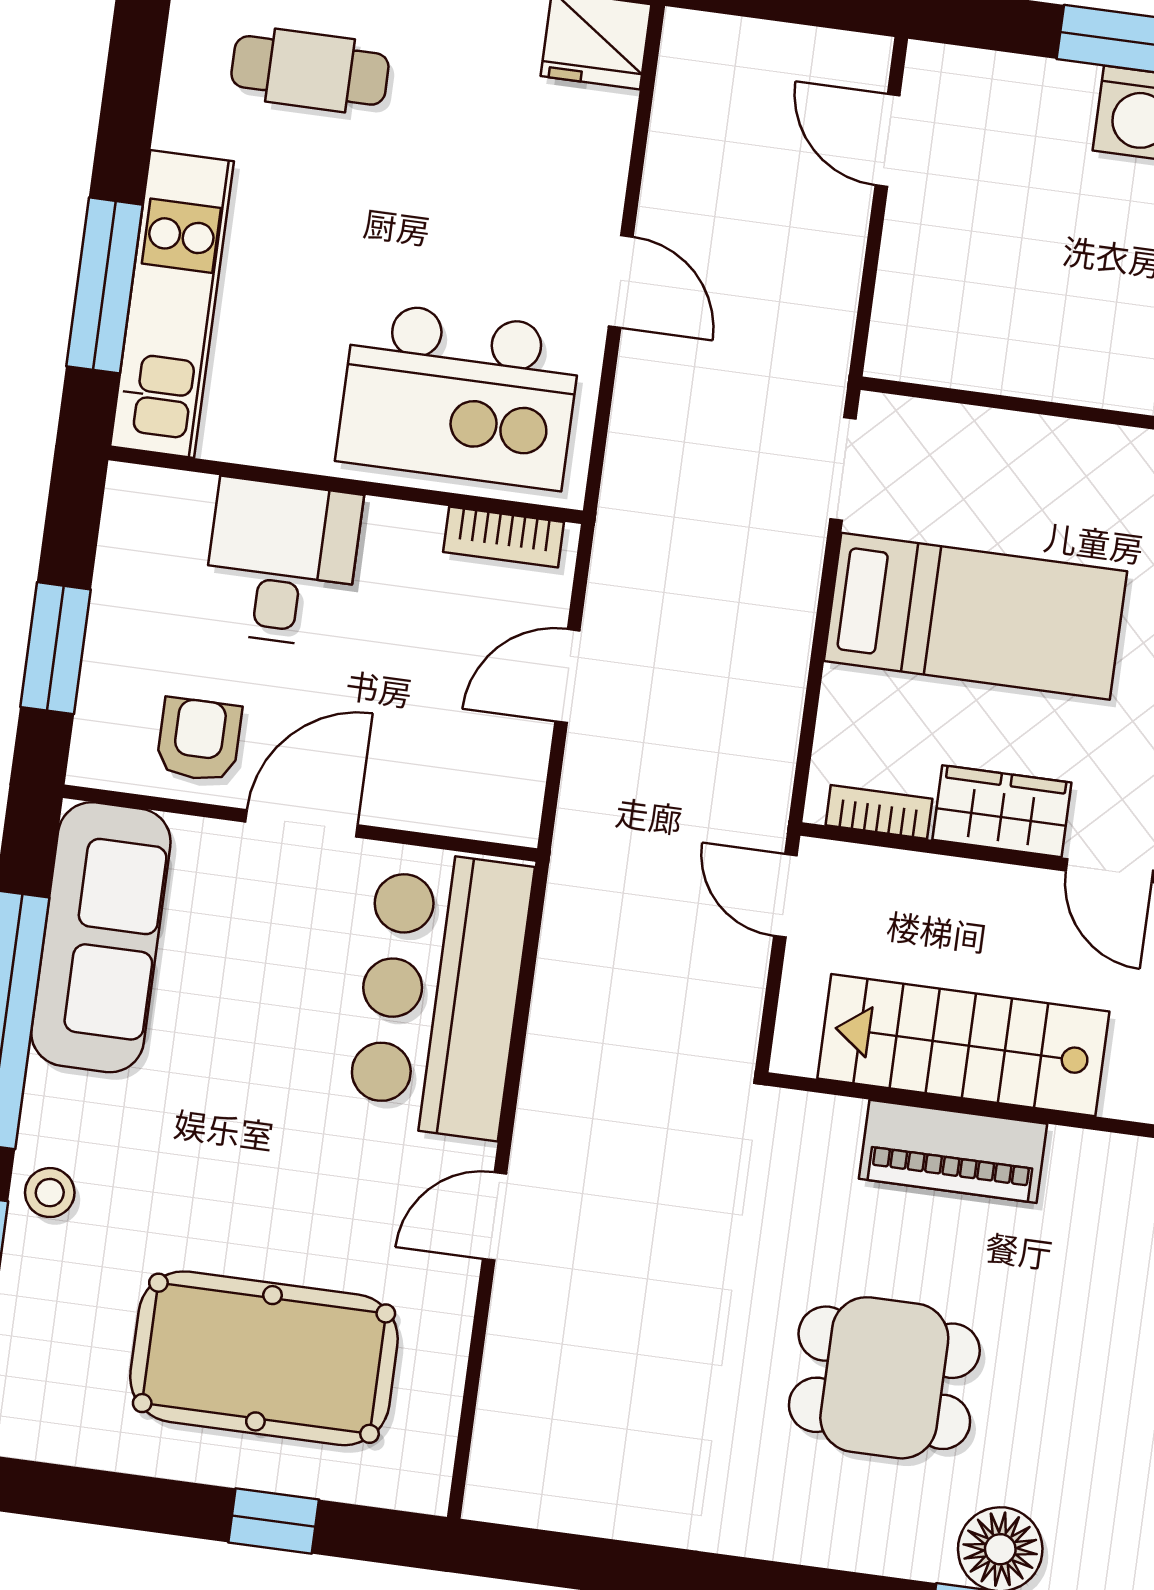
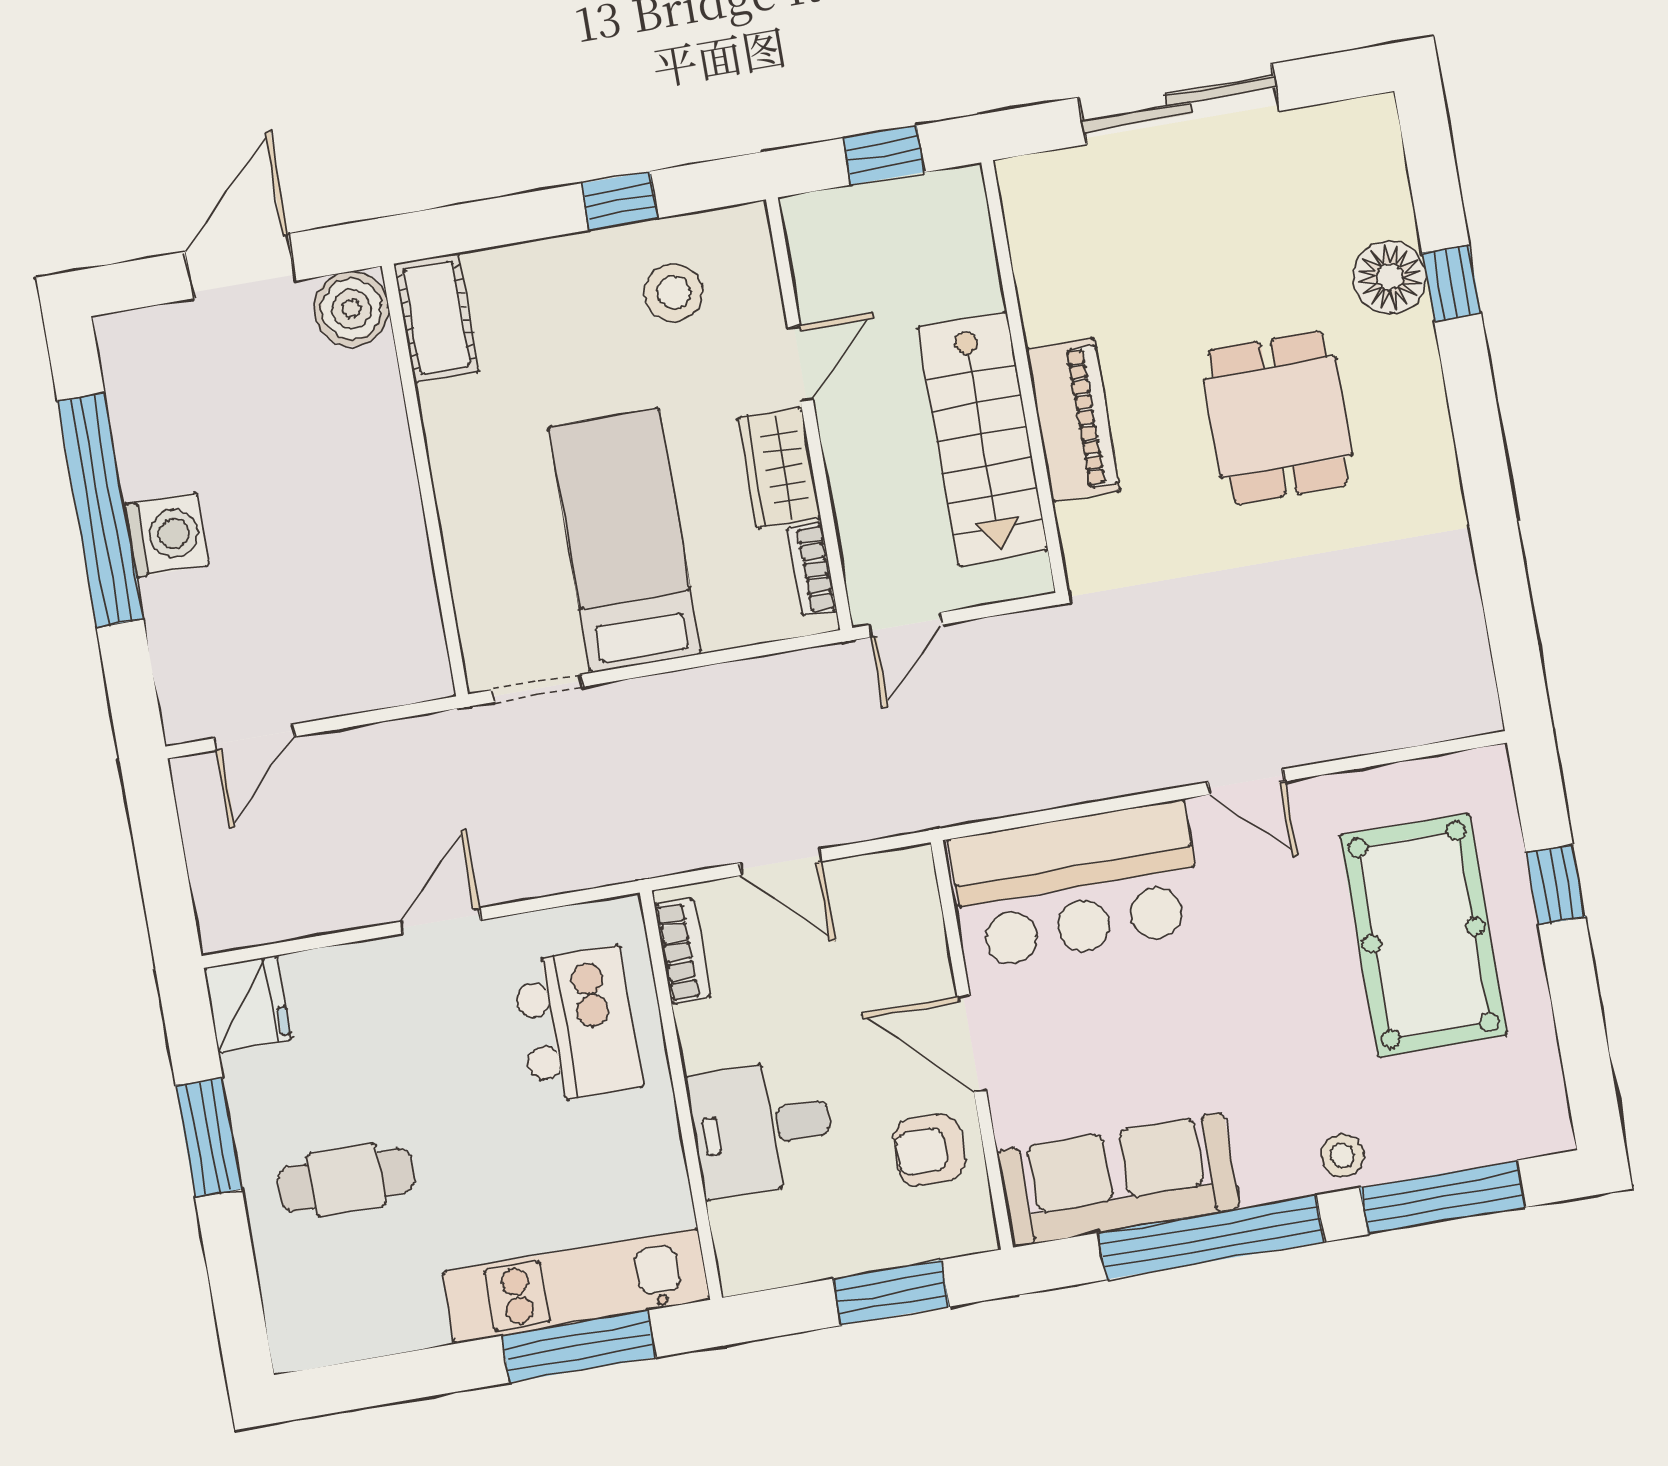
cafe table: (310, 70) -> (346, 1180), moved, turned 90
kitchen island: (459, 396) -> (577, 1025), width x0.73, depth x0.78

